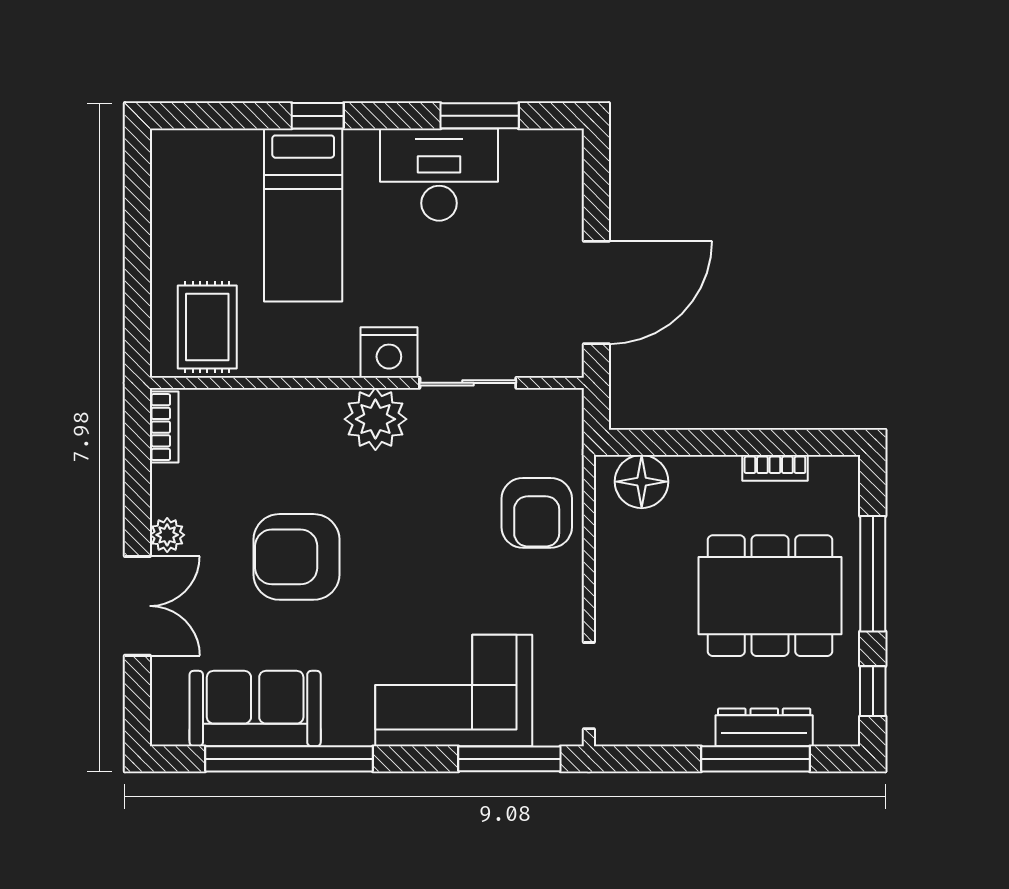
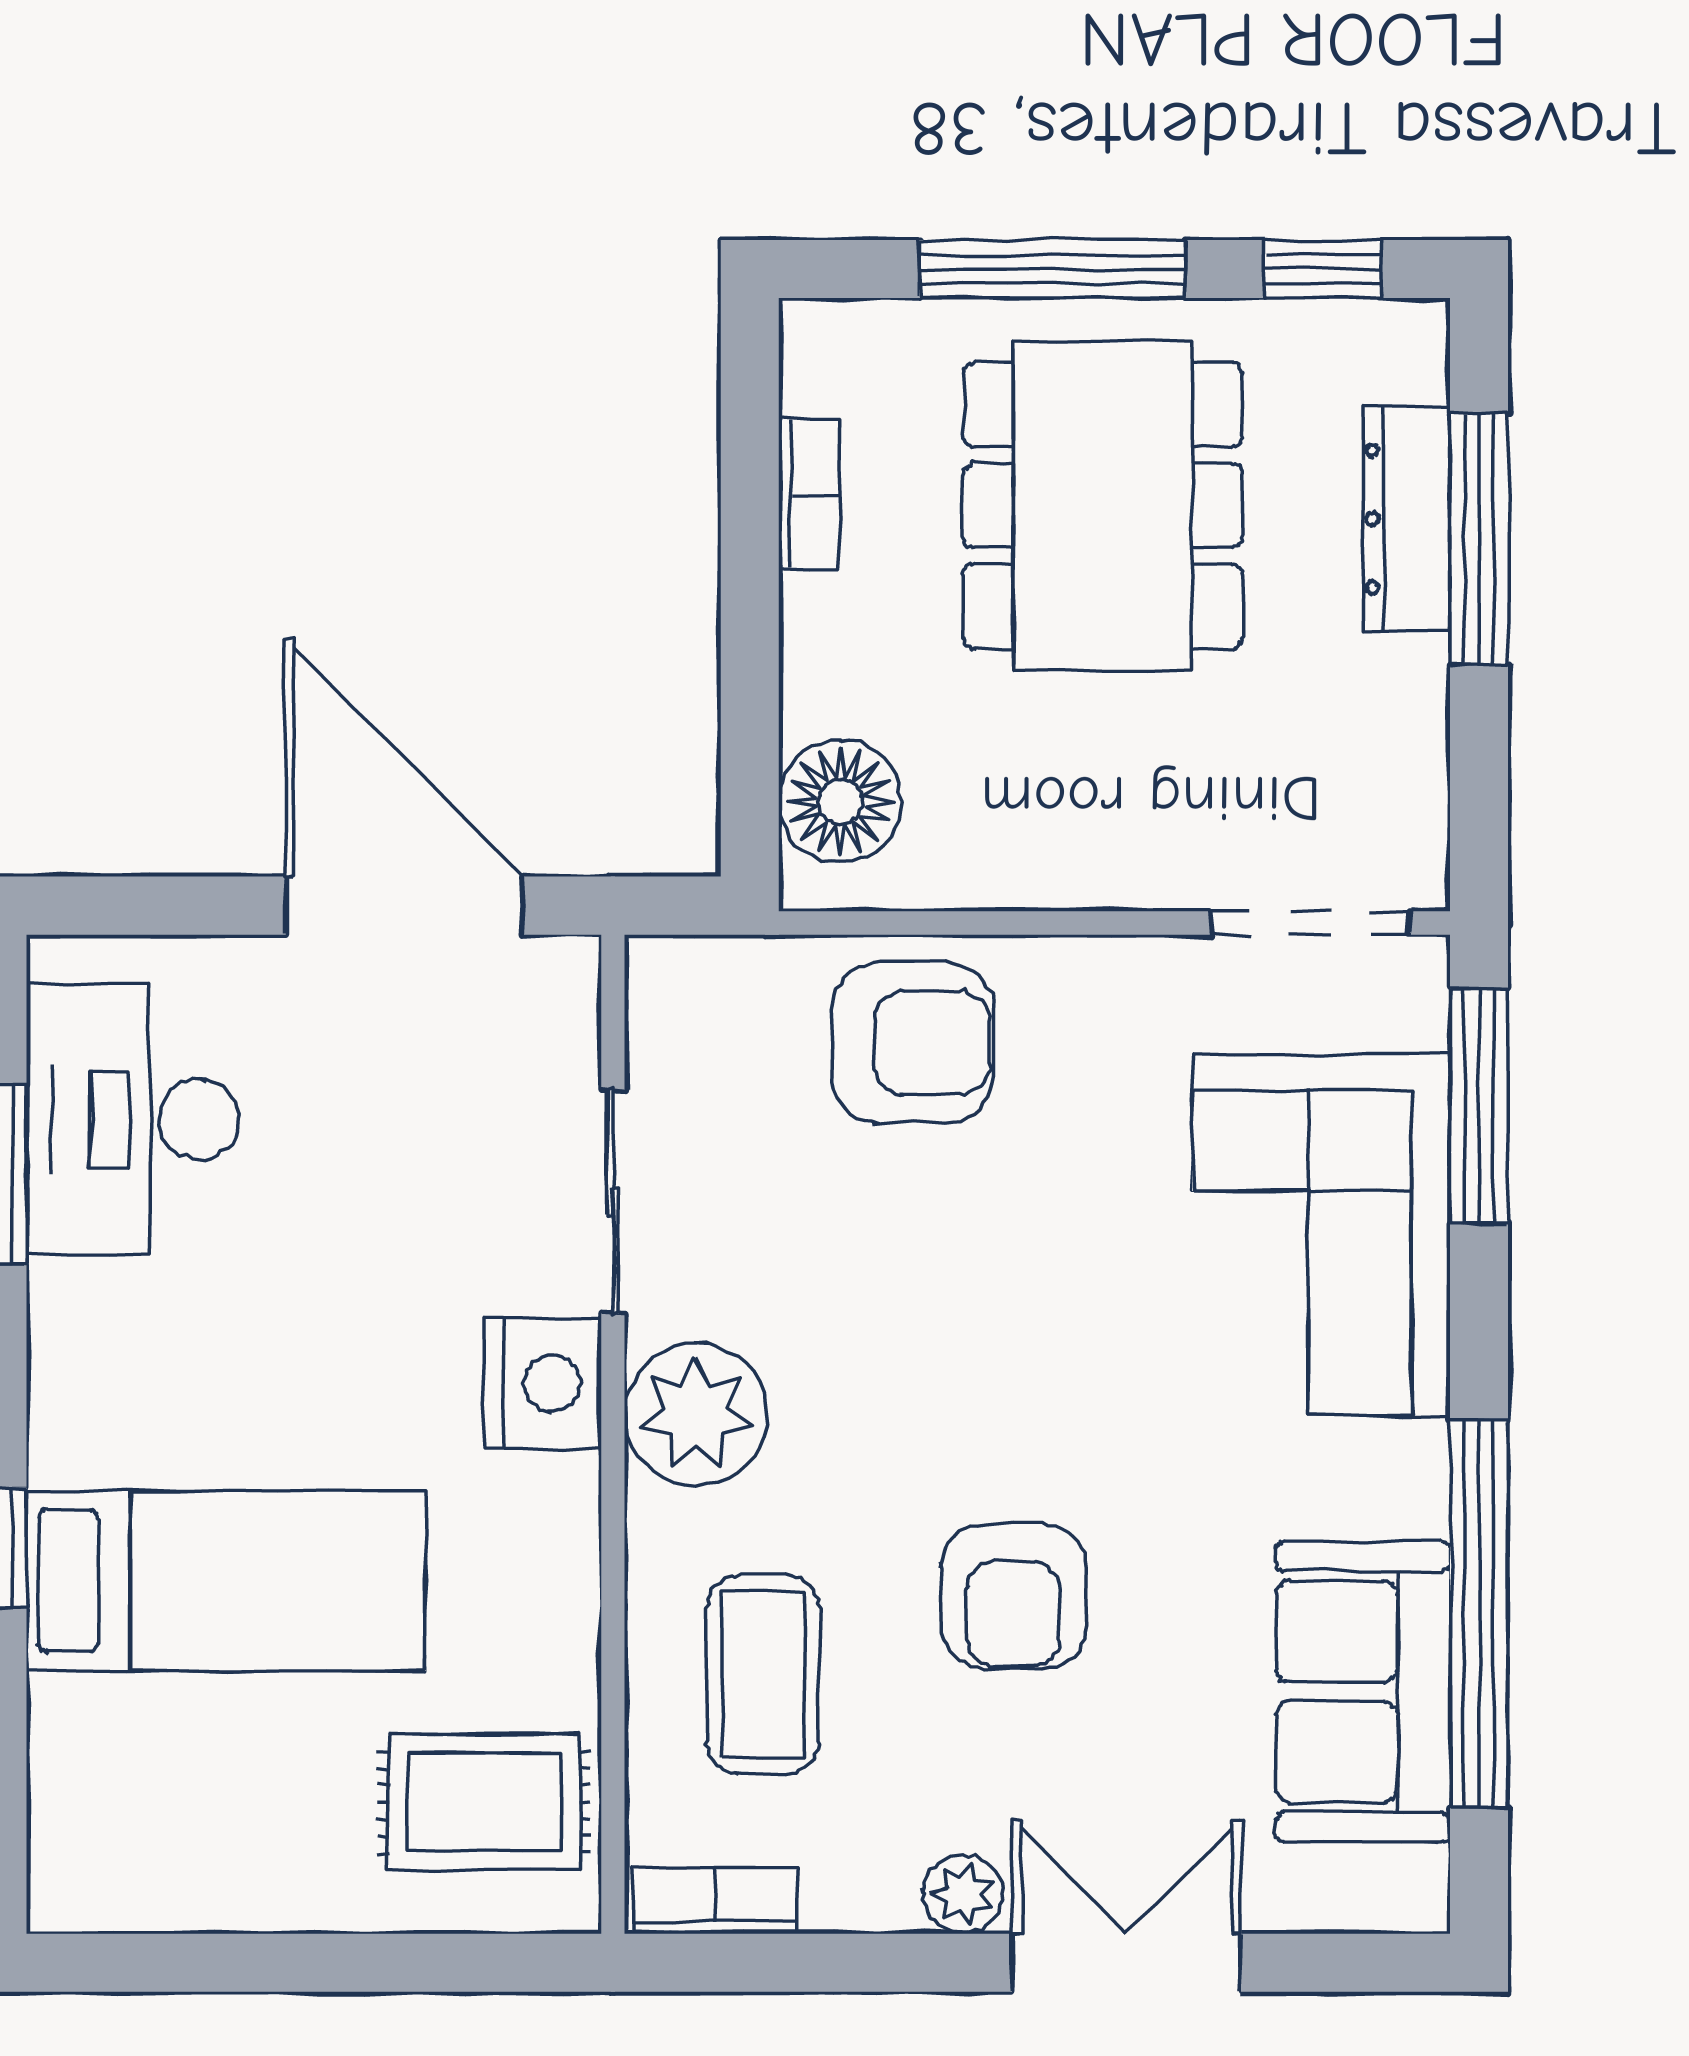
desk: (439, 175) -> (133, 1119), moved
coffee table: (263, 448) -> (763, 1674), added
armchair: (296, 557) -> (1014, 1596), width x0.73, depth x0.73

